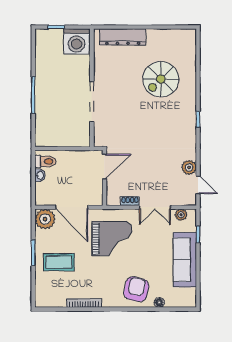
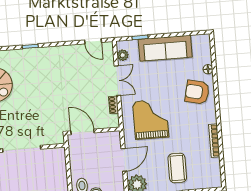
plant: (189, 167) -> (77, 51), removed
door: (198, 185) -> (93, 41), swing flipped
door: (72, 207) -> (124, 160), width x0.73

